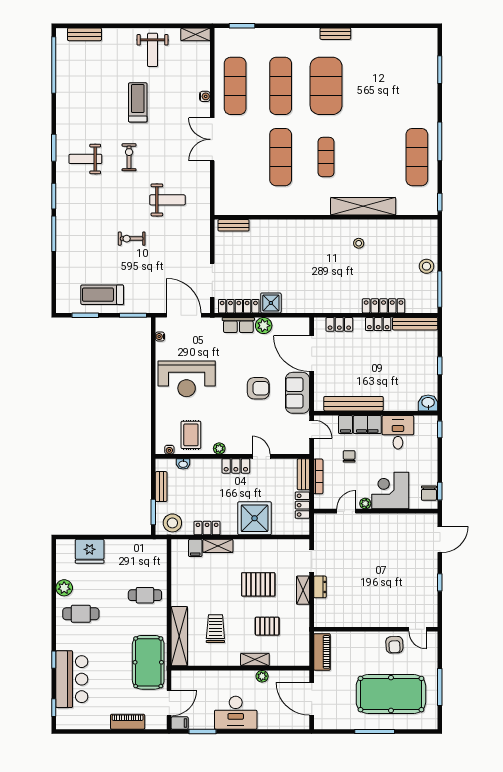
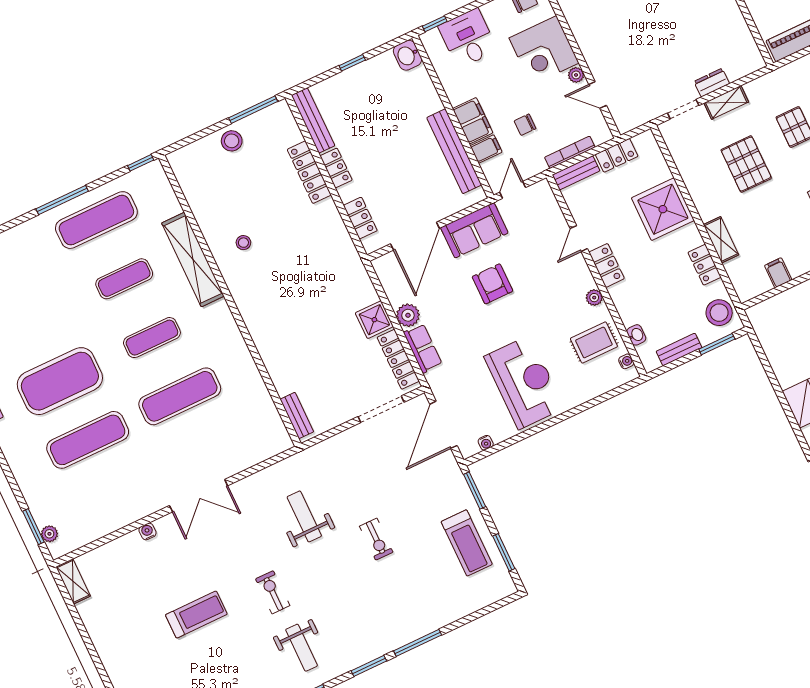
plant: (233, 34) -> (49, 534), added
weight bench: (153, 50) -> (119, 628), removed
exercise mat: (235, 86) -> (124, 279), moved, width x0.73, depth x0.69
treadmill: (138, 102) -> (196, 615), turned 180
exercise bike: (129, 157) -> (273, 592), turned 90
desk: (398, 432) -> (468, 38), moved, turned 90
filing cabinet: (195, 548) -> (778, 273), moved, turned -90

